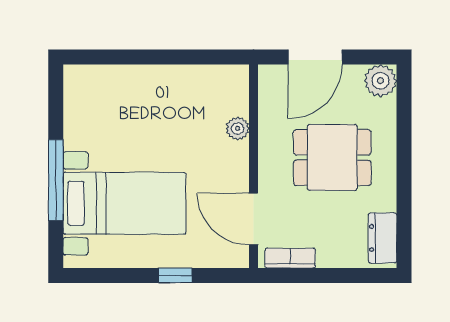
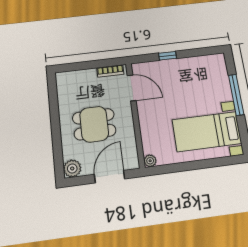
plant: (238, 128) -> (150, 161), moved
bed with nightstands: (124, 203) -> (207, 132), moved
dresser: (383, 238) -> (64, 87), removed

